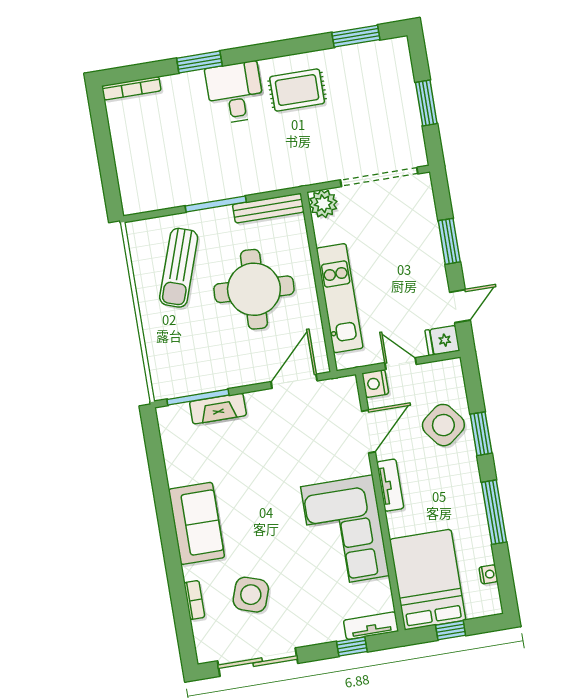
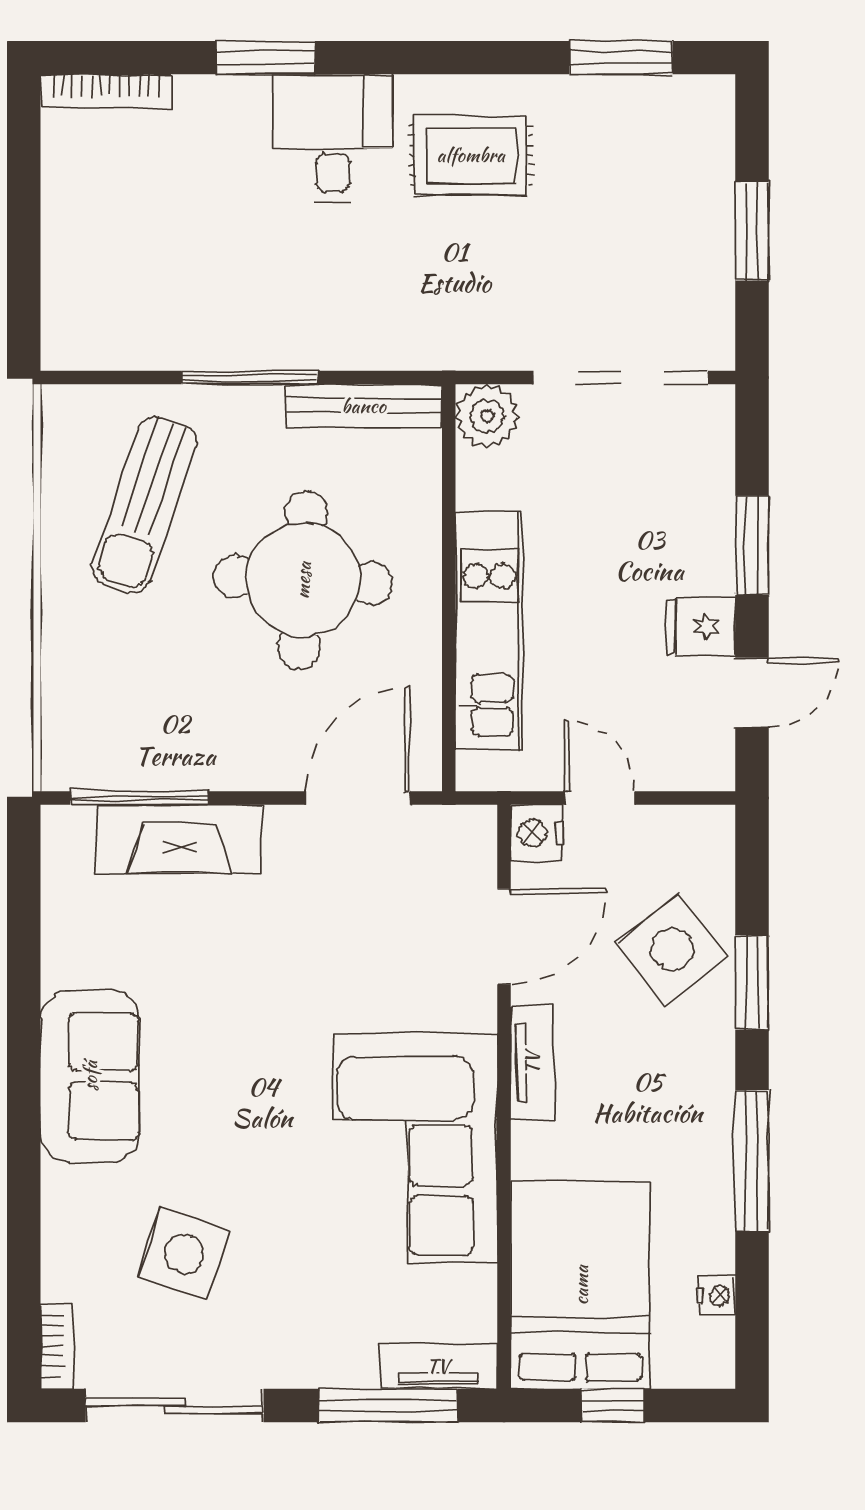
fridge: (442, 340) -> (700, 626), moved
fireplace: (218, 409) -> (180, 839), width x1.37, depth x1.32
bookcase: (194, 600) -> (57, 1347), moved
window: (352, 647) -> (389, 1405), width x2.17

